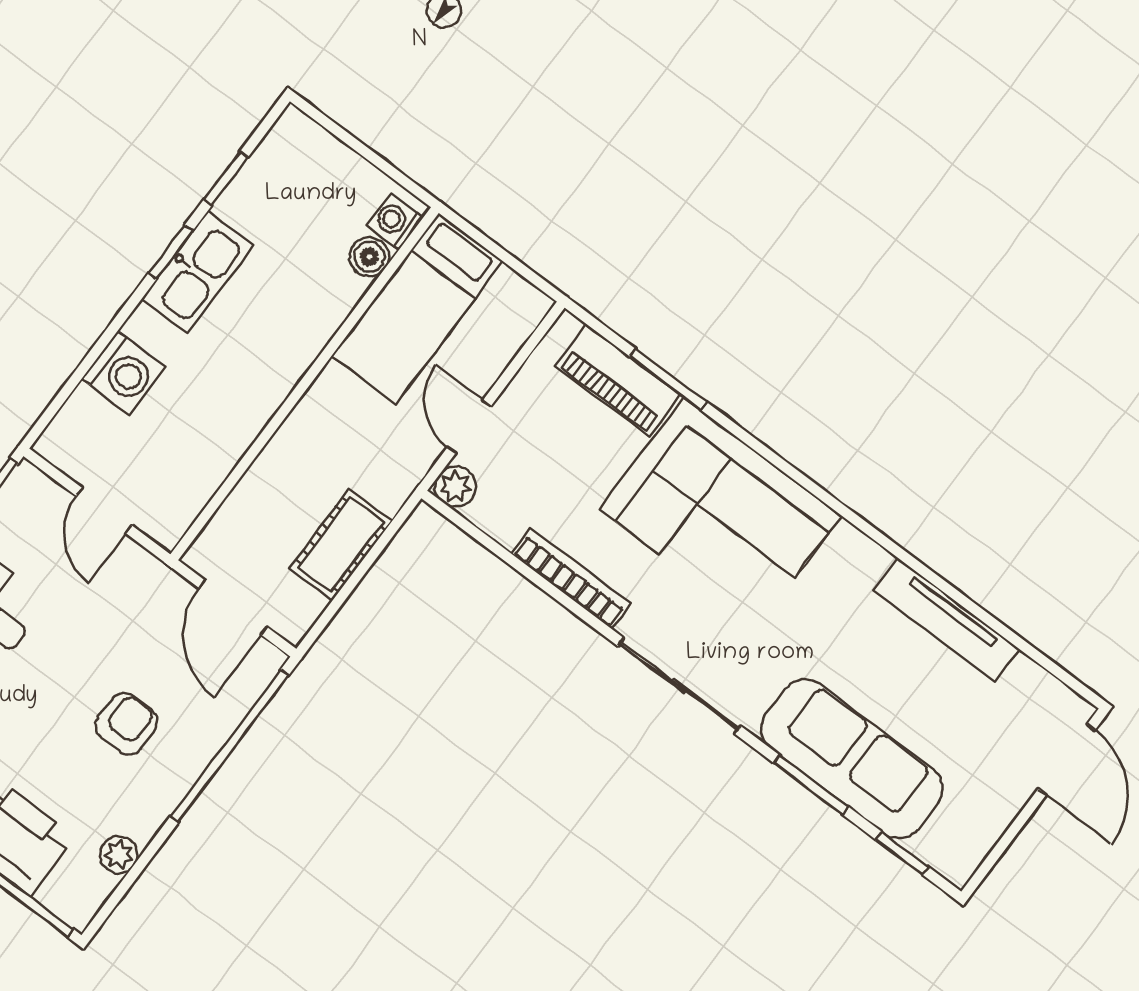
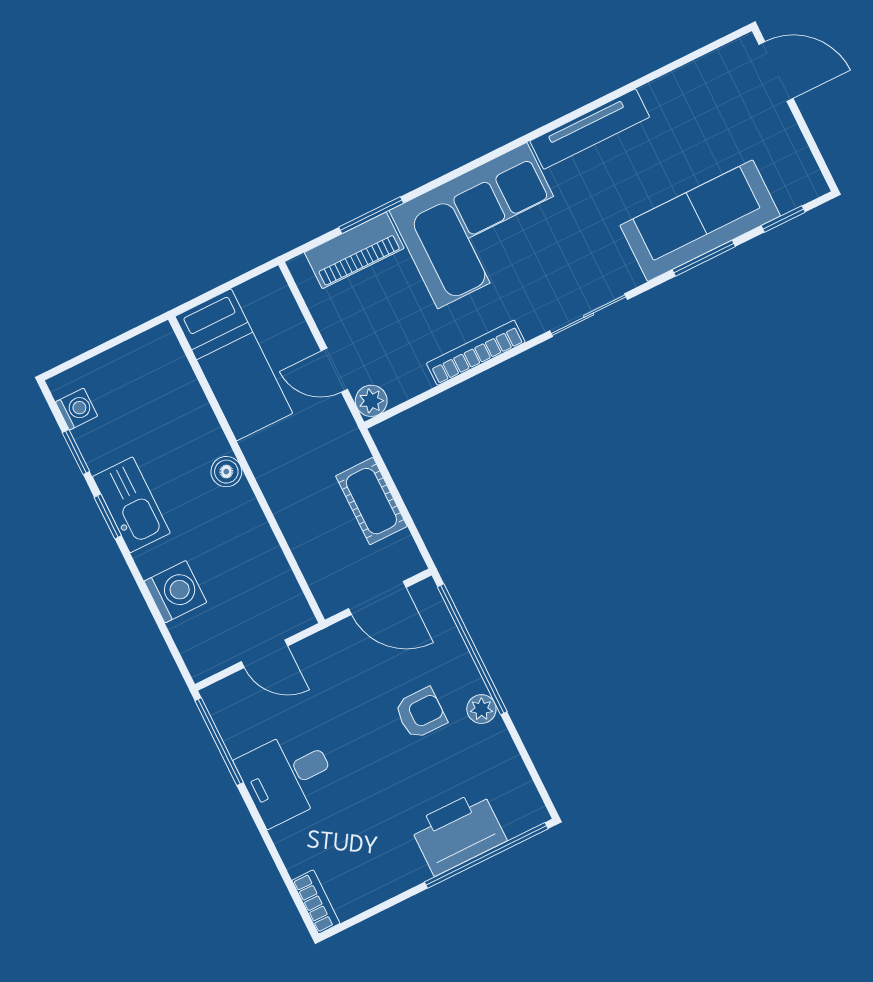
washing machine: (395, 221) -> (77, 409), moved, turned 180
boiler: (369, 257) -> (226, 472), moved
tv unit: (947, 620) -> (590, 129), moved
sliding door: (679, 686) -> (589, 315), width x0.73
armchair: (126, 724) -> (421, 713), turned 90
plant: (119, 854) -> (481, 709), moved

